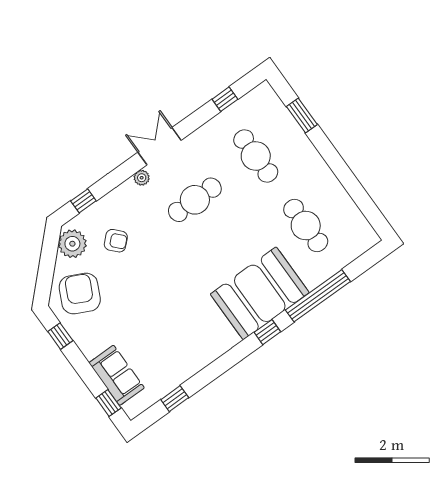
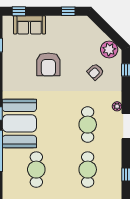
cafe table: (256, 156) -> (88, 170), turned 90
cafe table: (306, 226) -> (36, 170), turned 90
armchair: (80, 294) -> (48, 64), moved, turned 64

